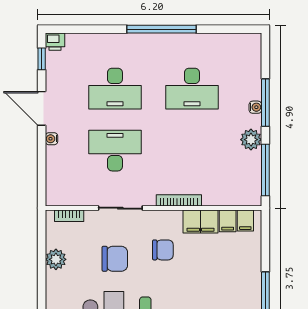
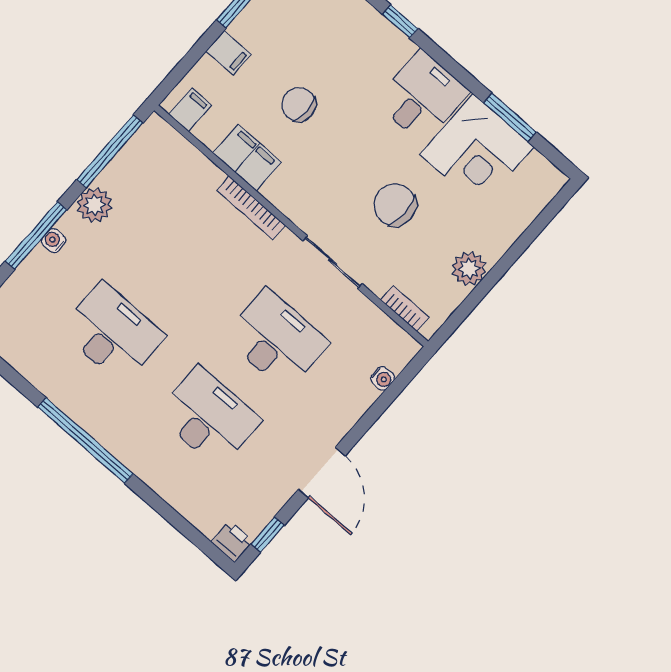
water cooler: (52, 139) -> (383, 378), moved
desk: (115, 151) -> (276, 340), turned 180
filing cabinet: (228, 221) -> (228, 53), moved, turned 90
chair: (163, 250) -> (299, 104), moved

